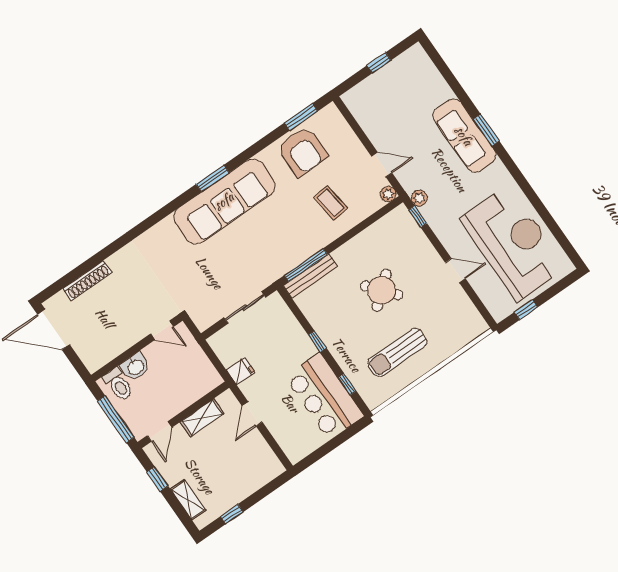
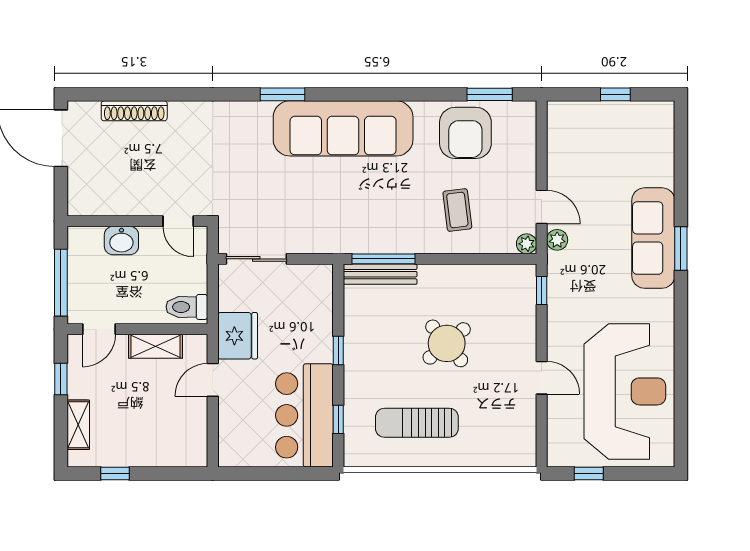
window: (213, 178) -> (282, 94), moved
plant: (419, 198) -> (557, 240), moved
sliding door: (245, 308) -> (256, 259), moved
fridge: (241, 371) -> (238, 336), width x1.88, depth x1.34
toilet: (118, 384) -> (187, 307), moved, turned 90

